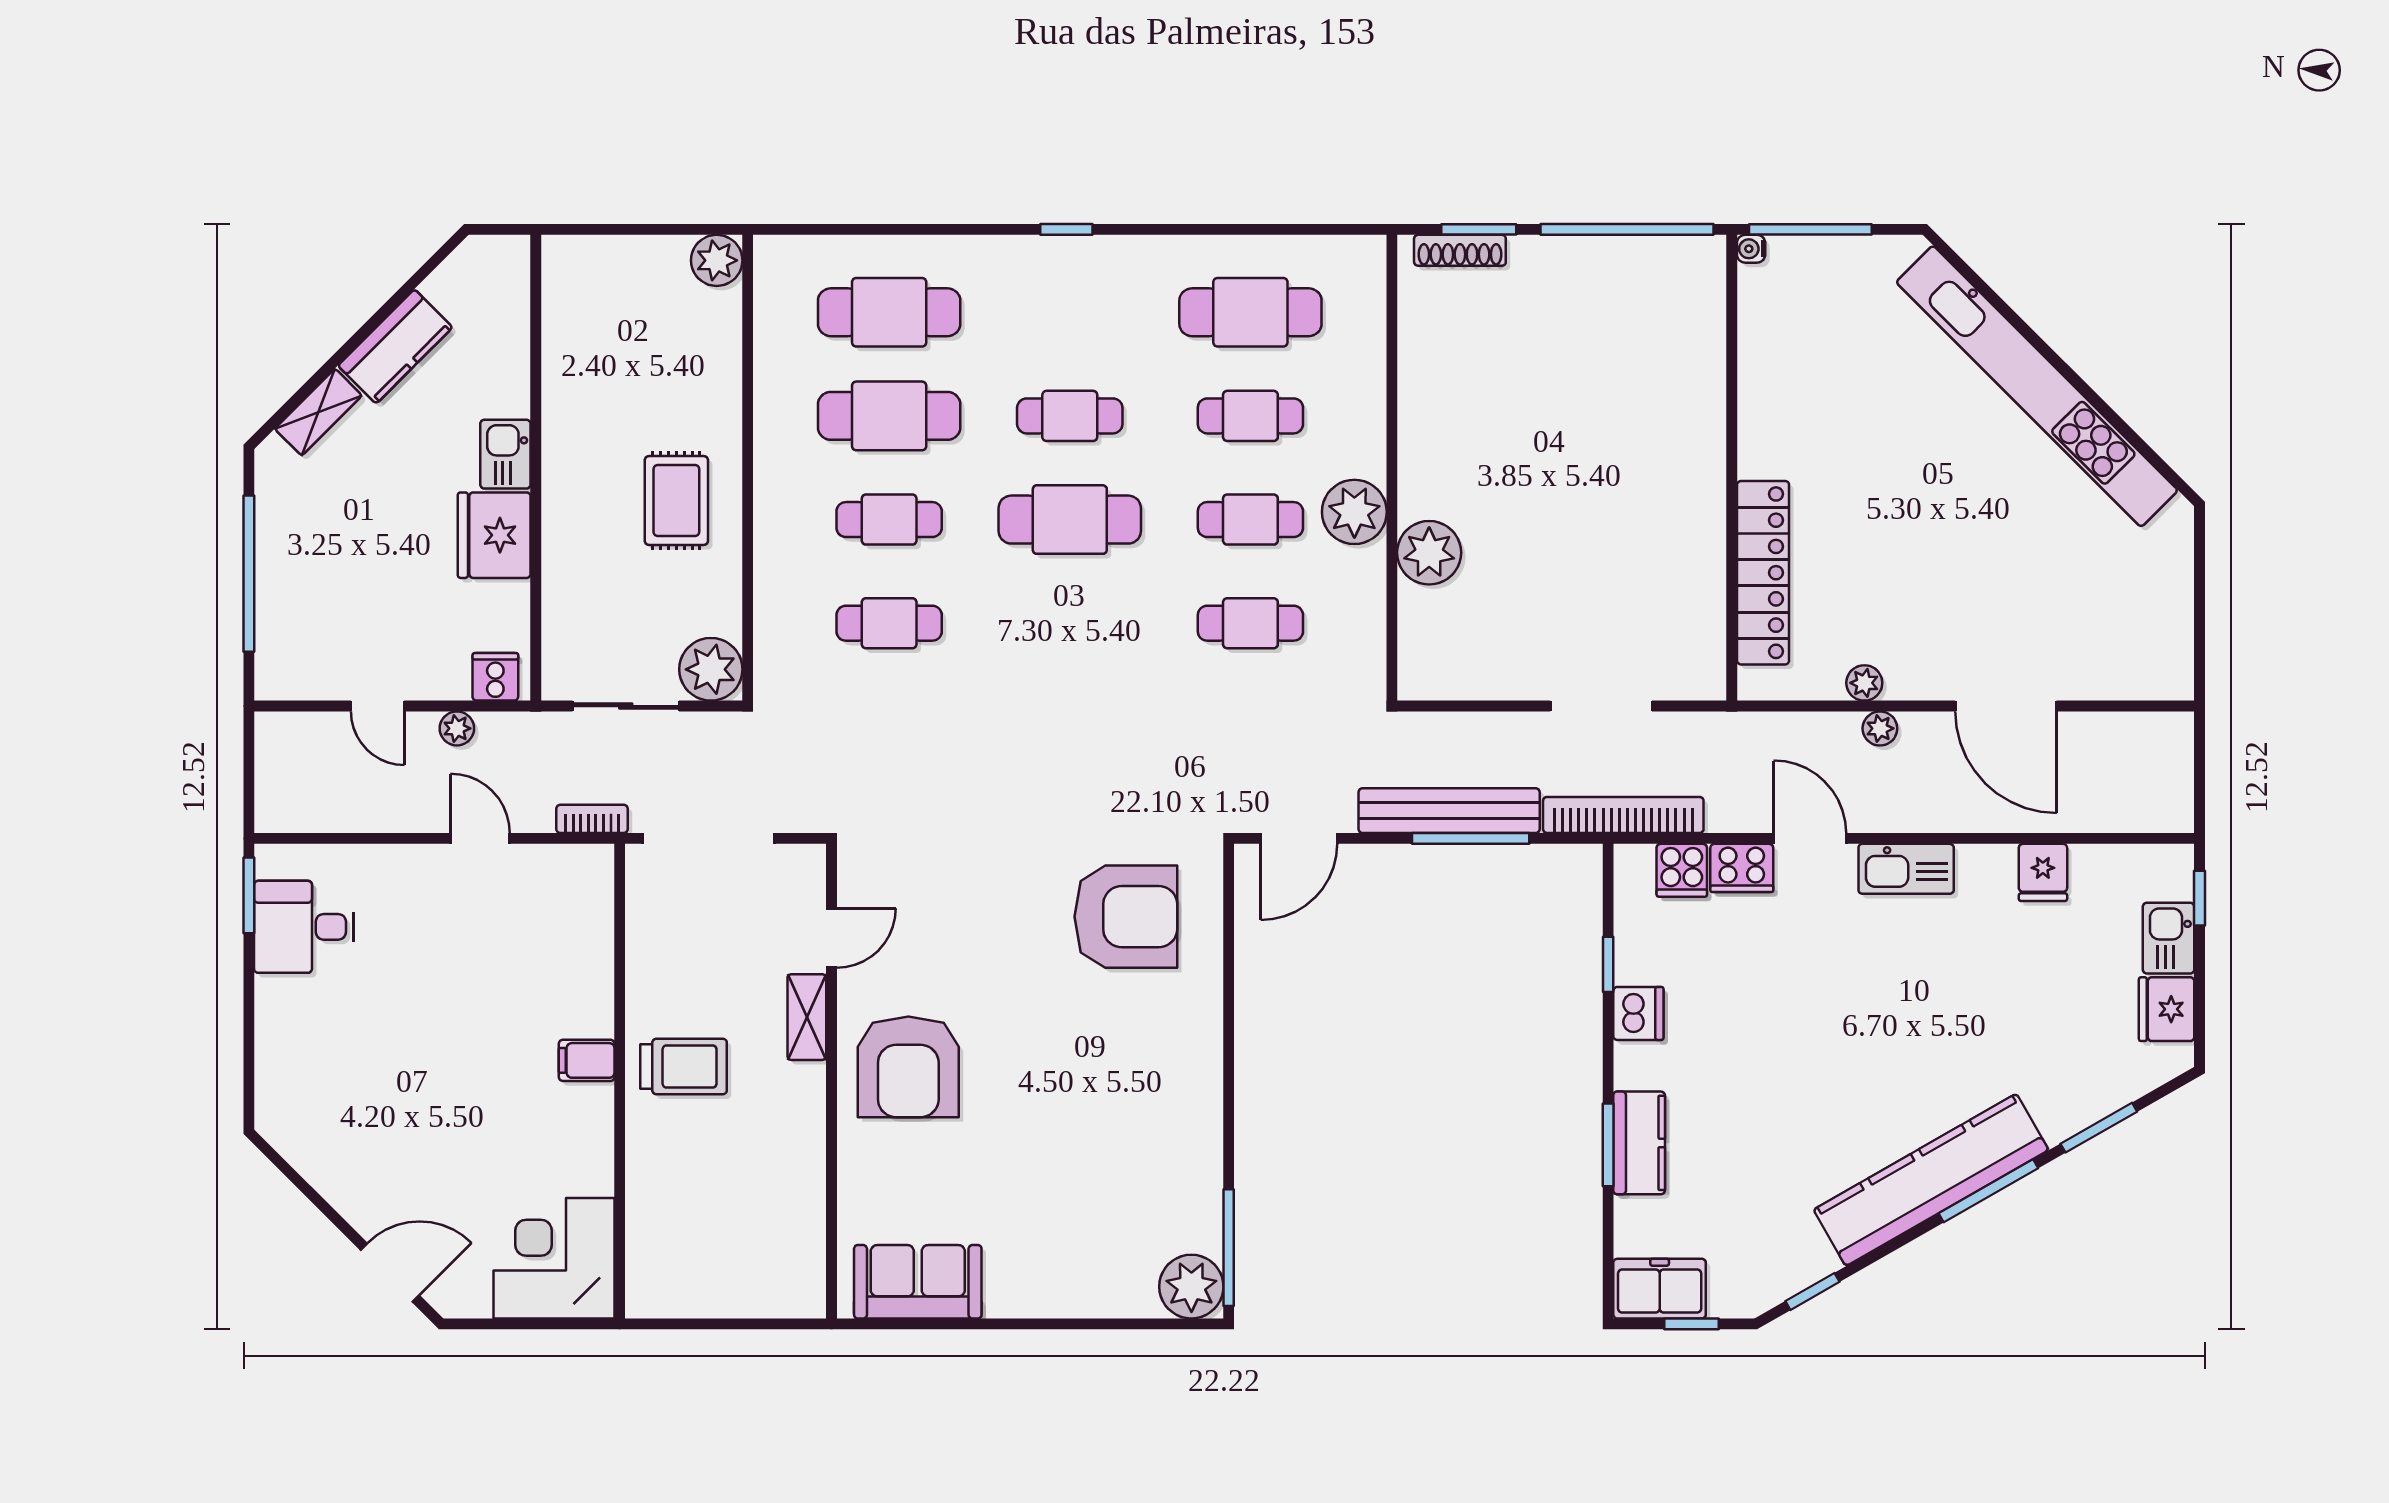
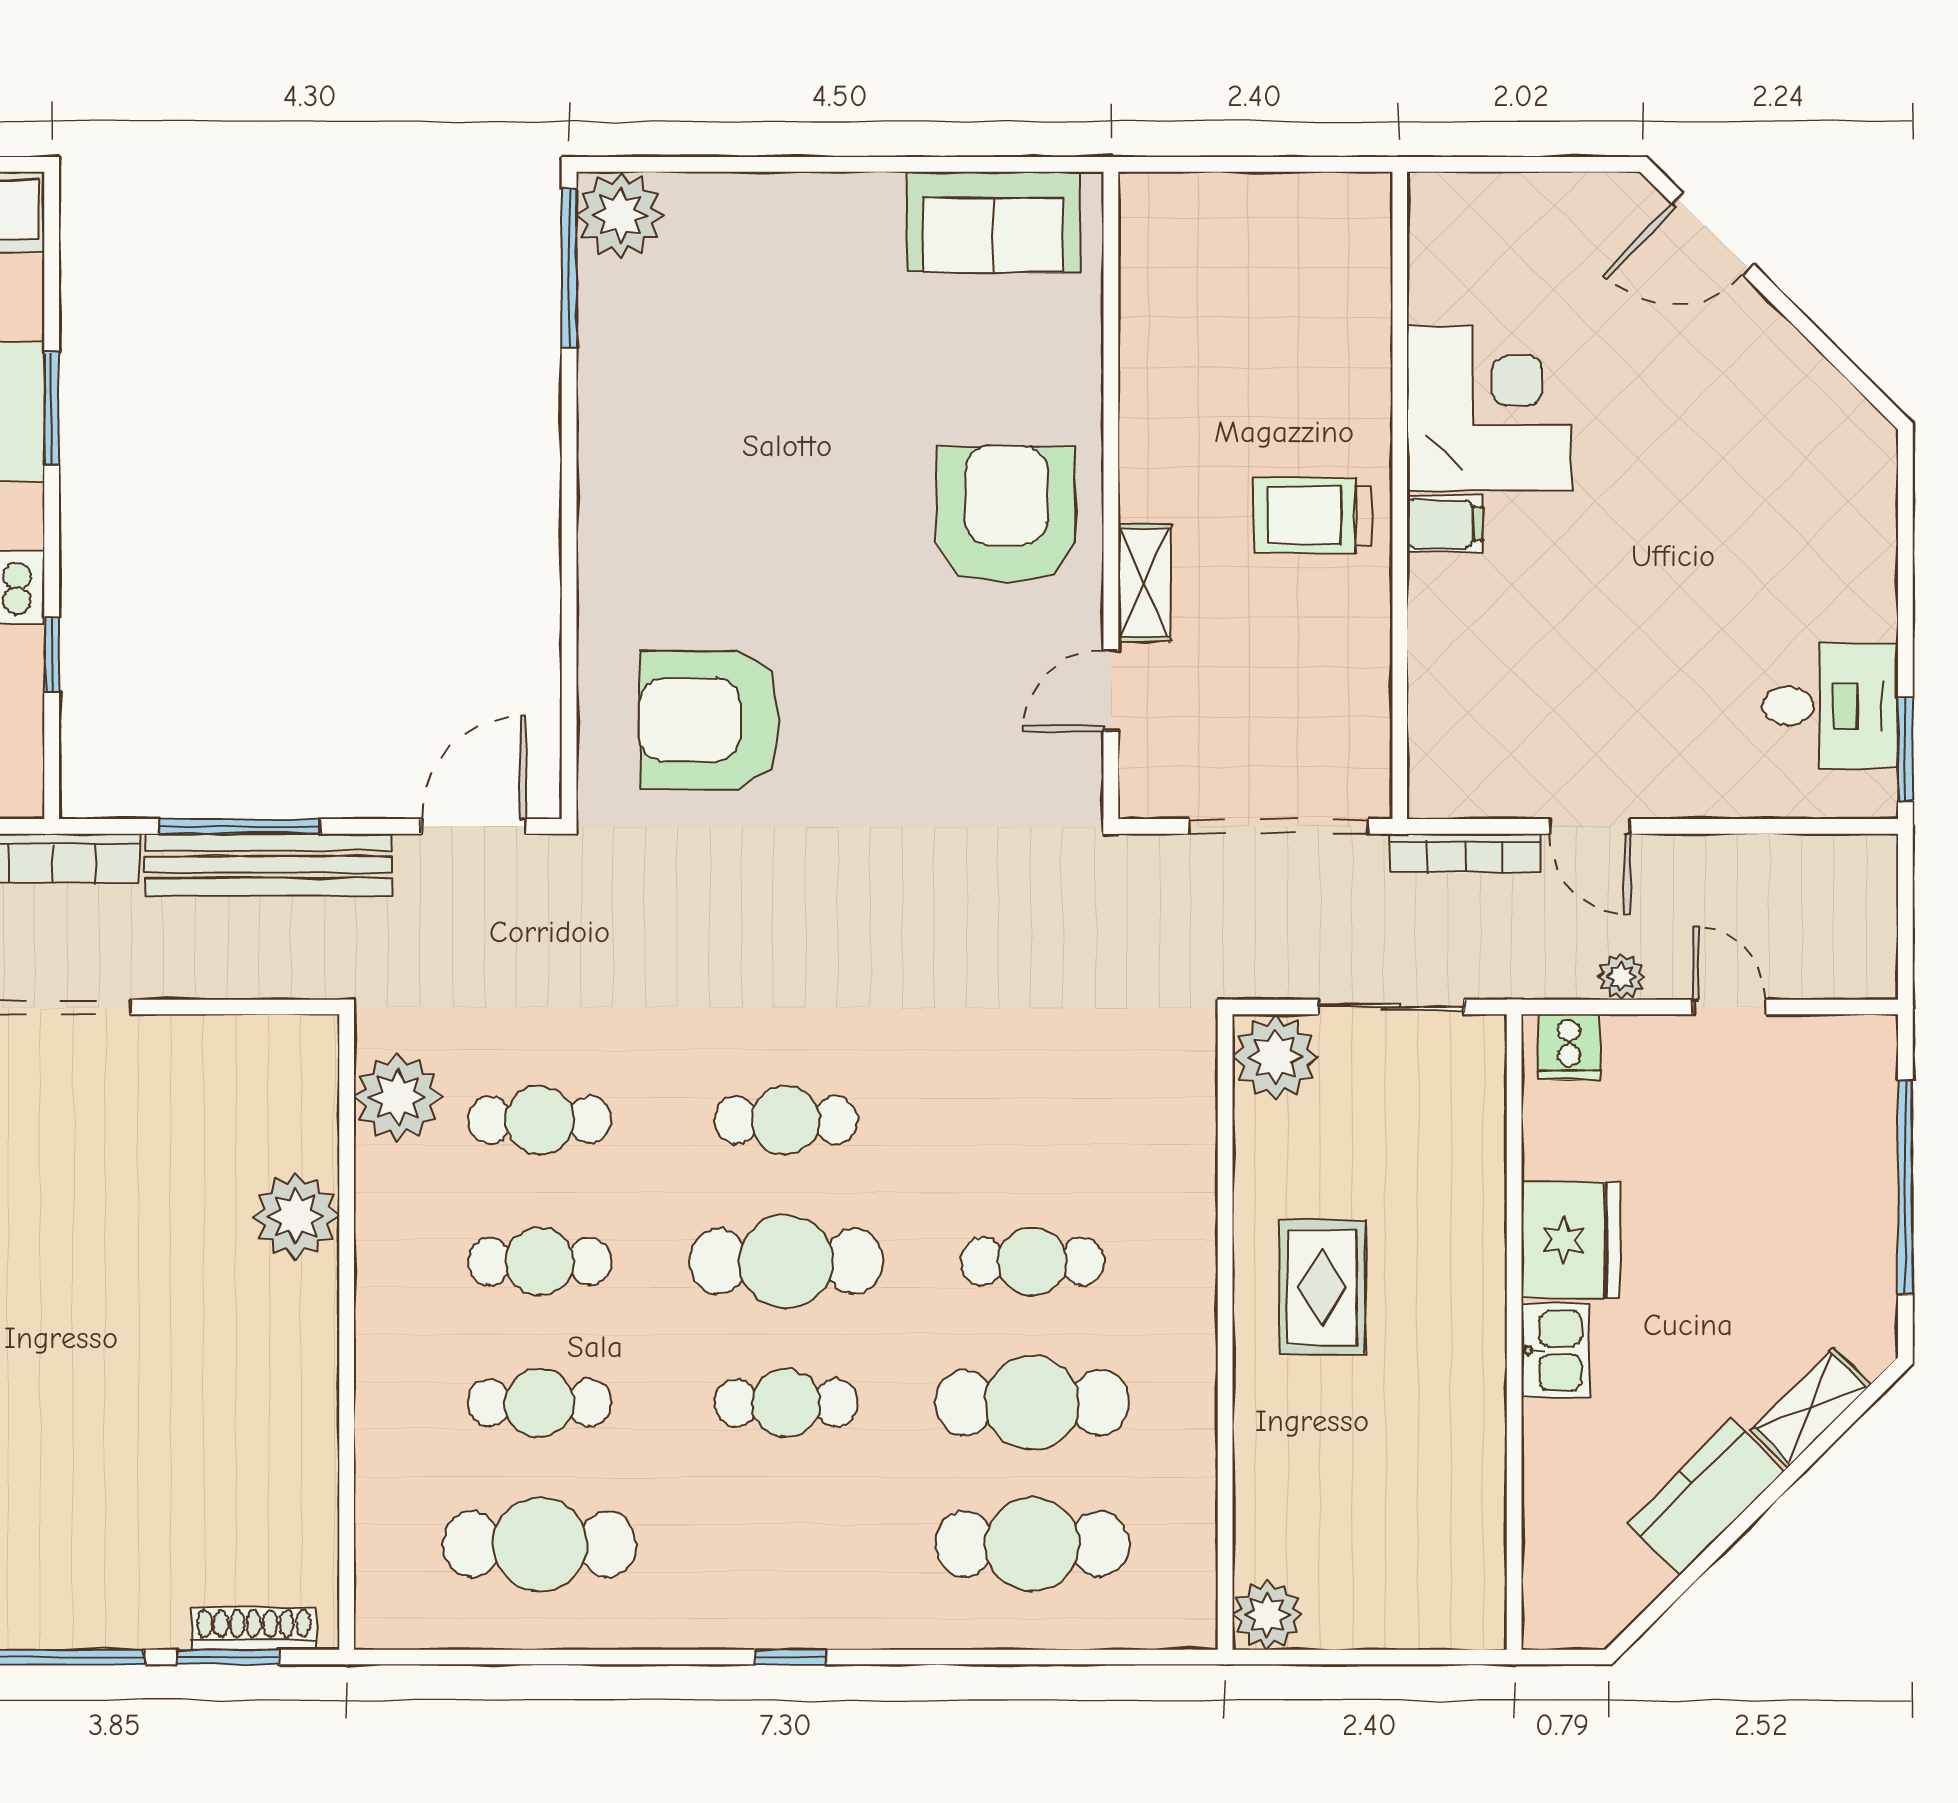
plant: (1354, 512) -> (398, 1097), moved
cafe table: (889, 623) -> (786, 1120), moved
bookcase: (592, 819) -> (1465, 853), width x1.56
corner desk: (554, 1258) -> (1489, 408), moved, turned -90

